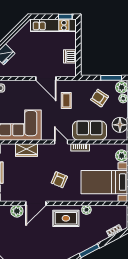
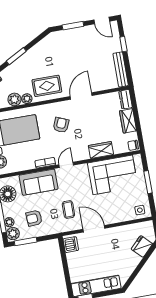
dishwasher: (70, 56) -> (71, 245), moved
armchair: (100, 98) -> (34, 218), turned 143
door: (61, 142) -> (66, 165), swing flipped
plant: (17, 211) -> (14, 99), moved

